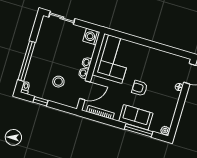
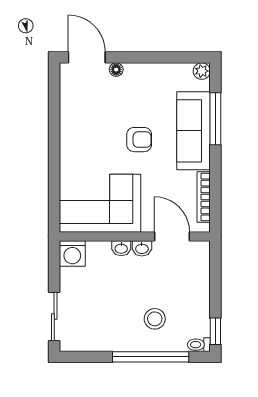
stool: (58, 82) -> (155, 319), moved
armchair: (140, 88) -> (139, 140), turned -90
window: (41, 101) -> (215, 331), moved
sofa: (136, 117) -> (193, 131), width x1.36

